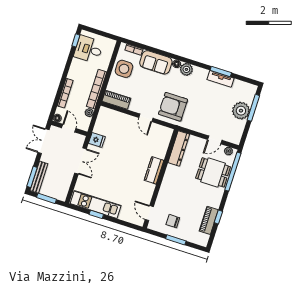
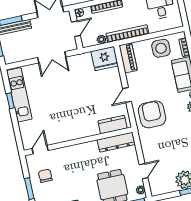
fridge: (97, 140) -> (105, 59), moved, width x1.88, depth x1.34
door: (215, 140) -> (144, 171), swing flipped
kitchen counter: (154, 170) -> (112, 124), moved

